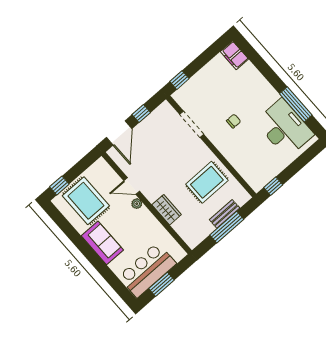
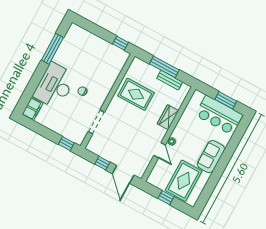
desk: (284, 128) -> (55, 86), moved
door: (119, 133) -> (123, 174), swing flipped
window: (59, 186) -> (166, 198), moved
bench: (225, 214) -> (170, 80), moved

